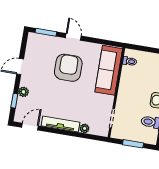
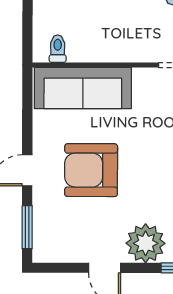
plant: (23, 92) -> (146, 243), width x1.87, depth x1.87

